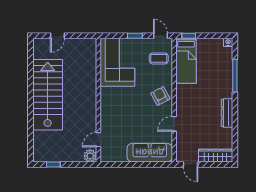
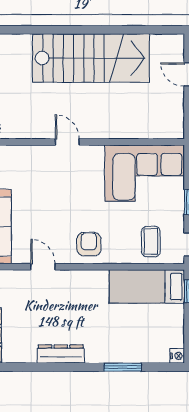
window: (235, 76) -> (123, 367), width x0.69
armchair: (160, 96) -> (89, 244), turned -62
door: (98, 140) -> (67, 142), moved

